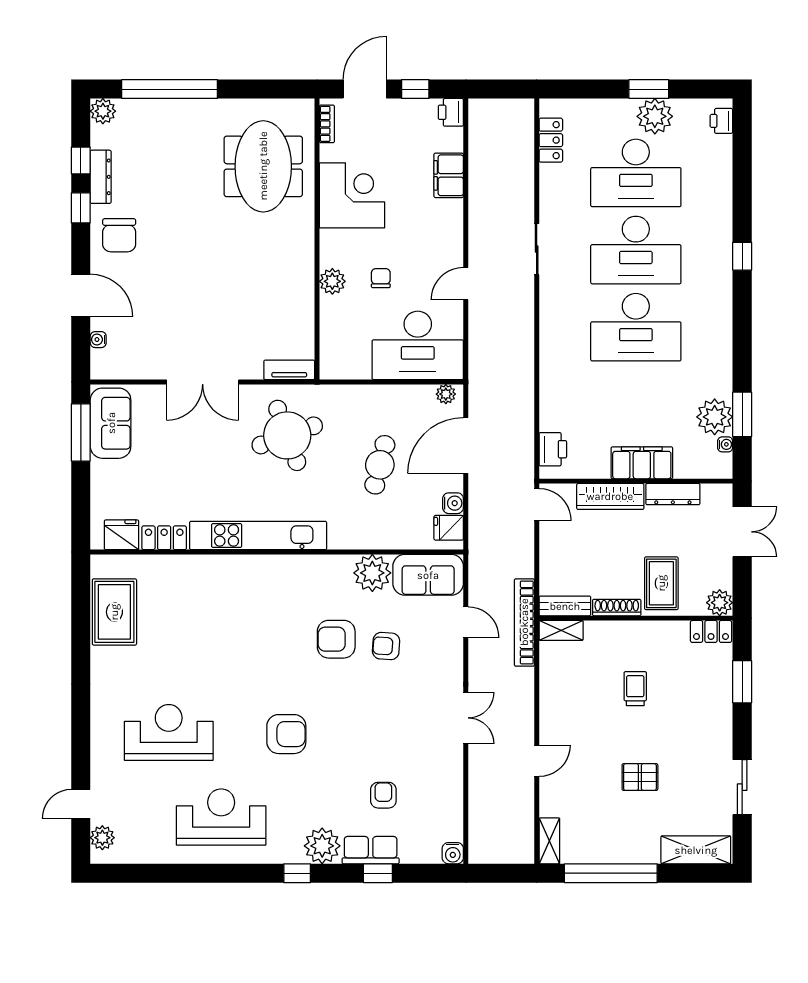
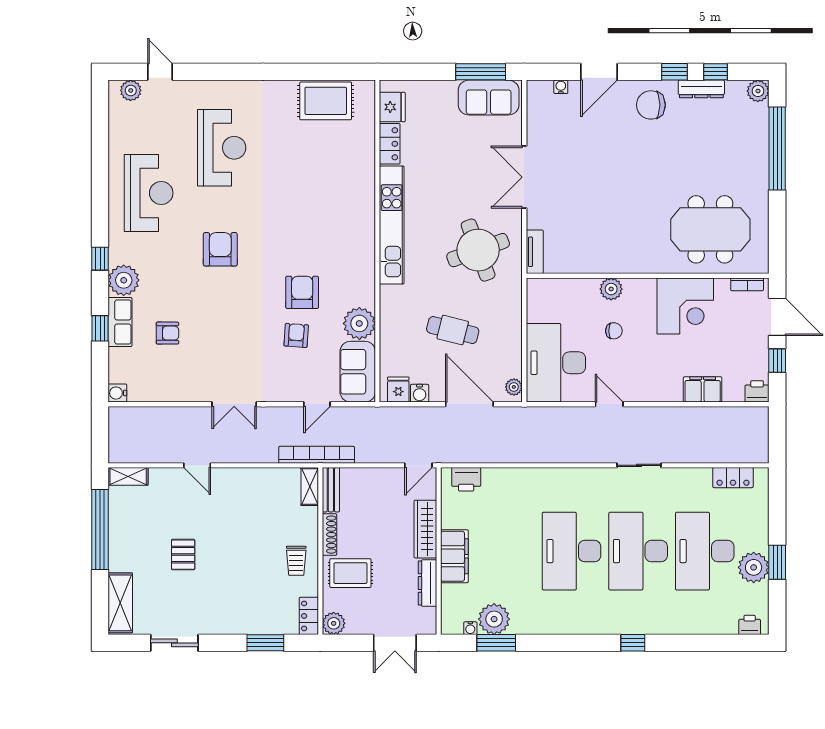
trolley: (635, 689) -> (296, 561), moved, turned 90
armchair: (286, 734) -> (220, 249), turned 180

